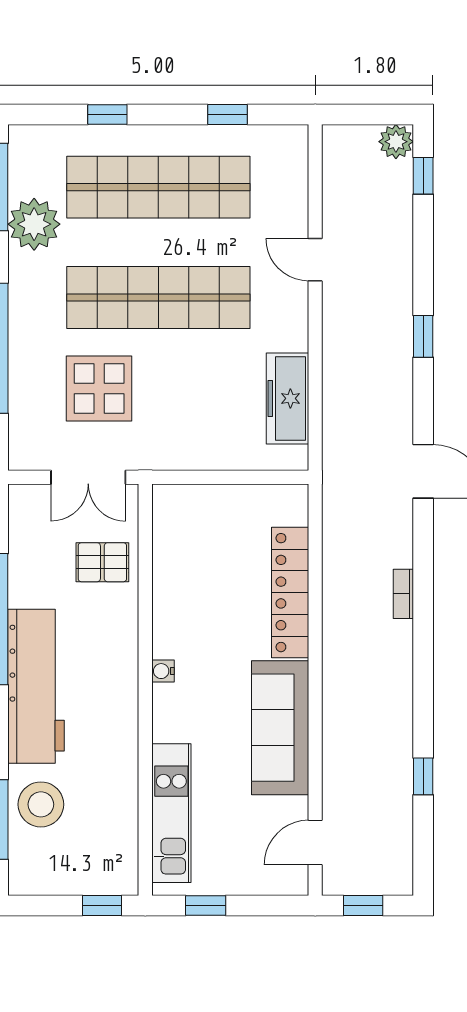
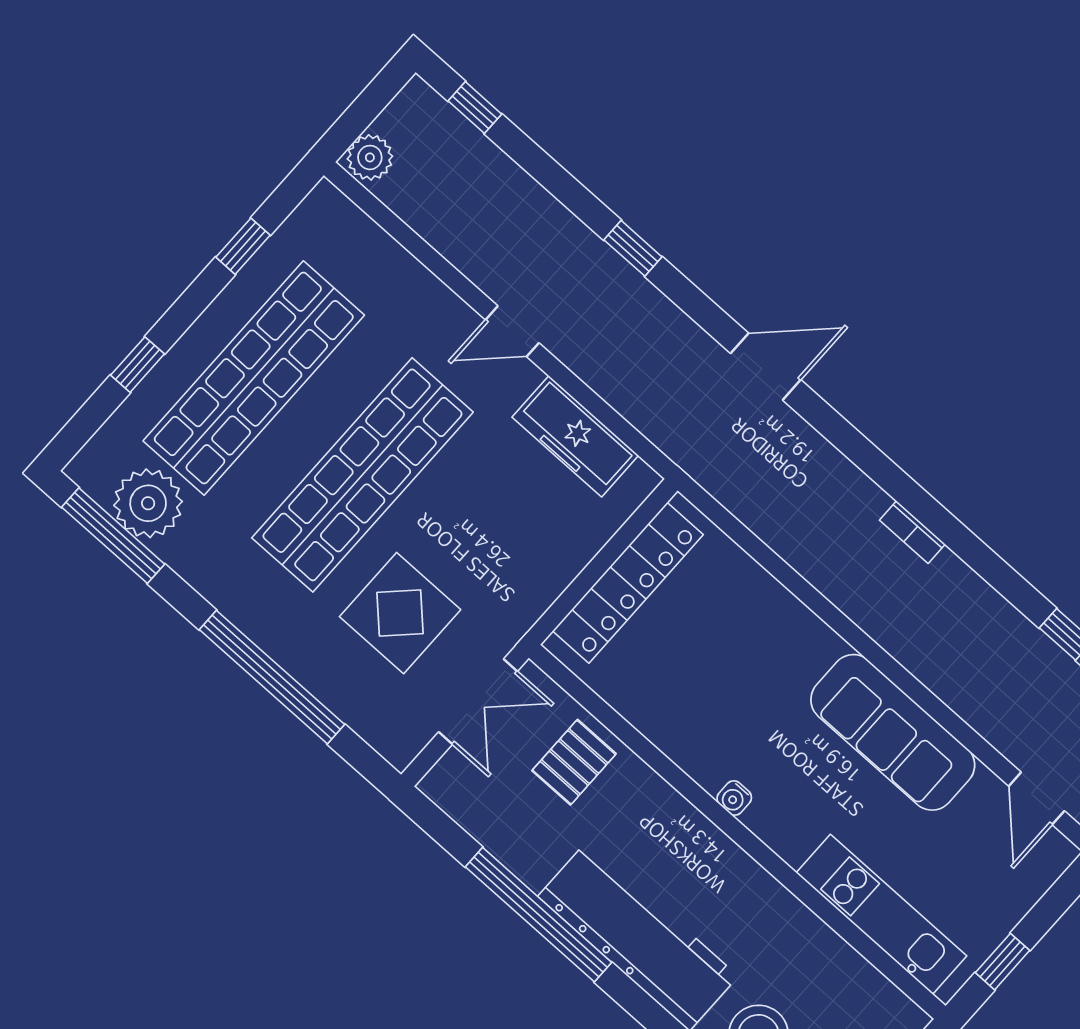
plant: (396, 142) -> (370, 157), moved
plant: (34, 224) -> (148, 503), moved
door: (315, 260) -> (512, 331), moved
locker: (290, 593) -> (628, 583), moved, turned -90
bookcase: (403, 594) -> (912, 532), moved

